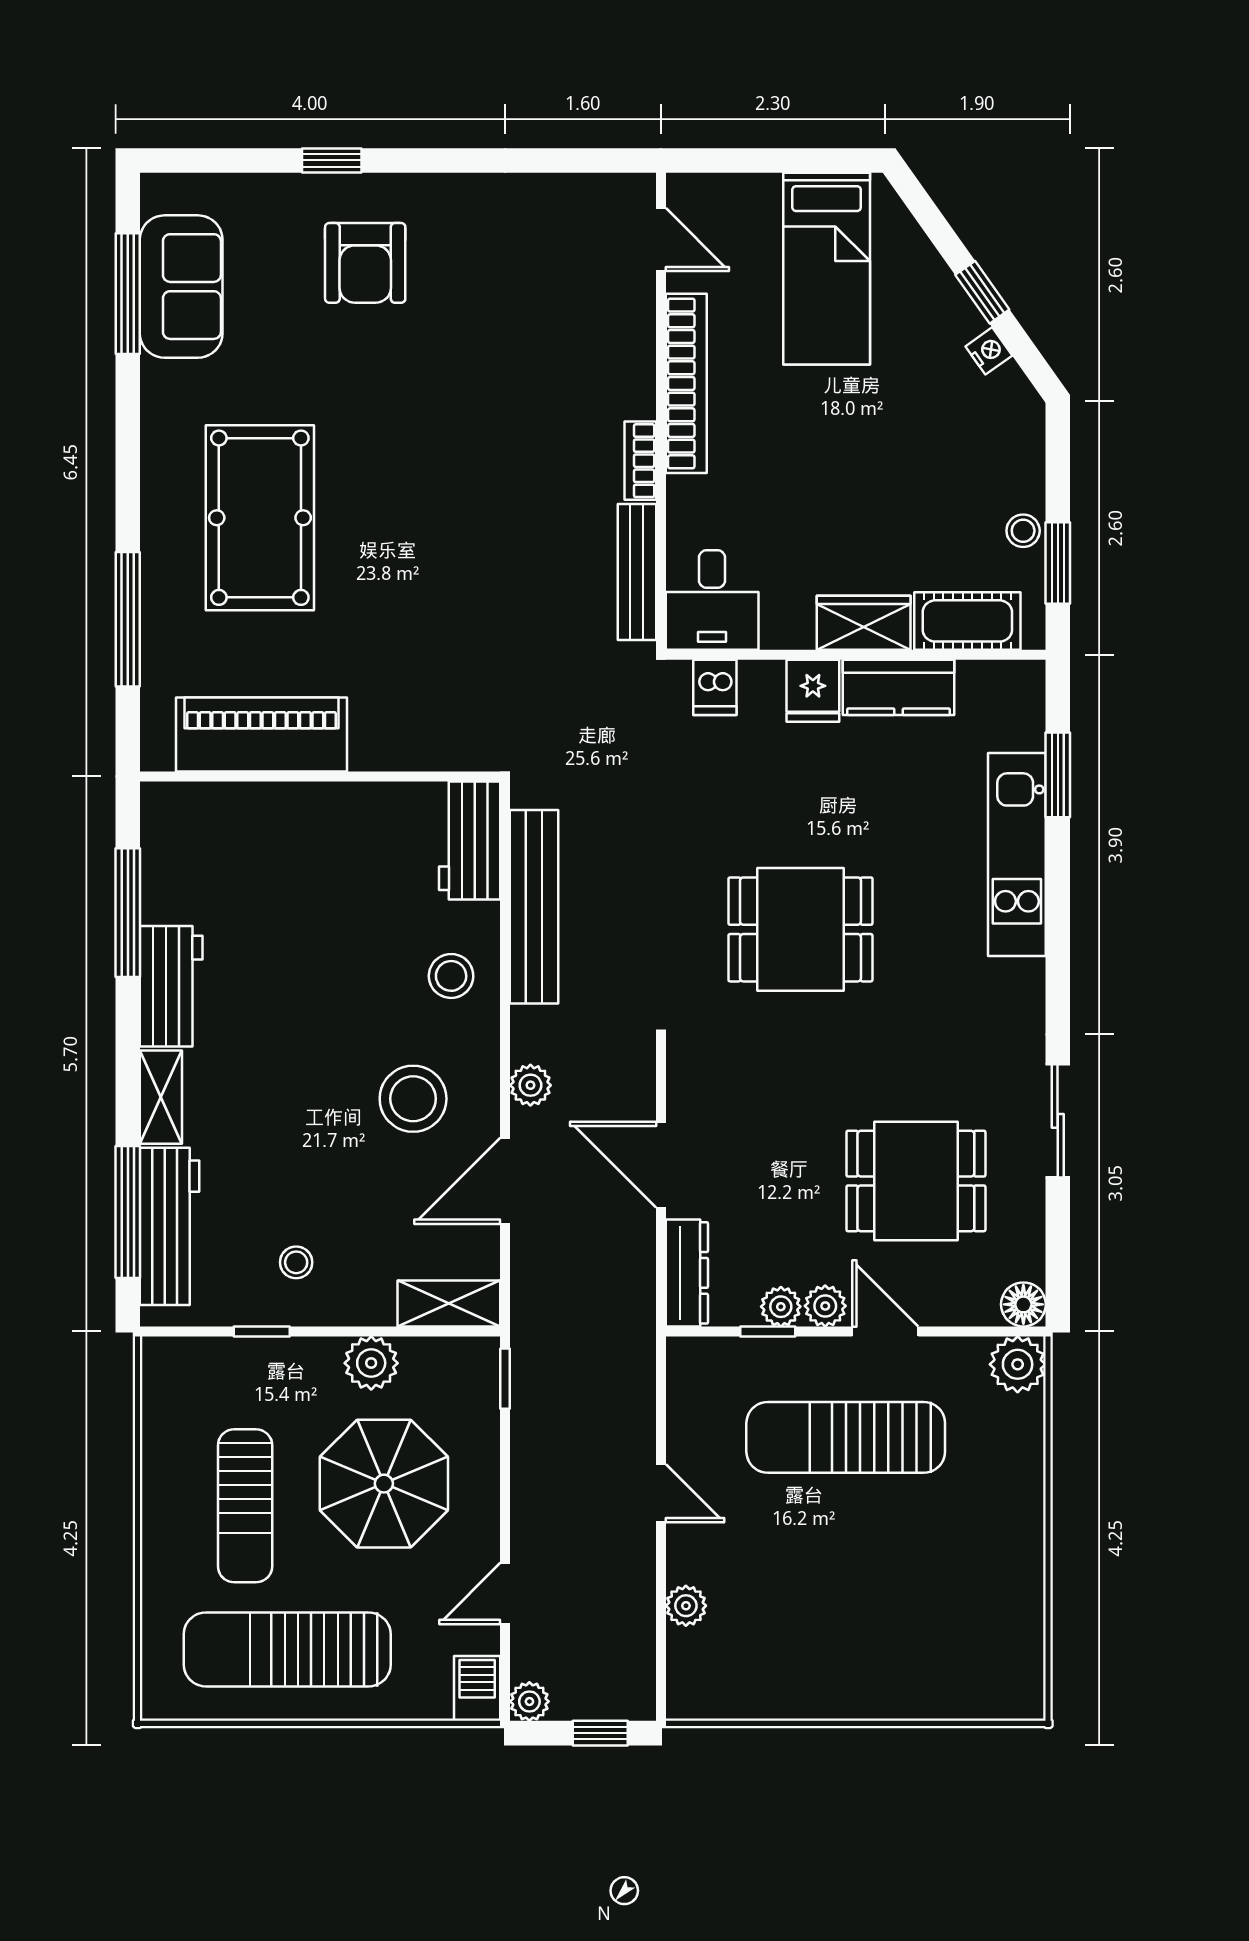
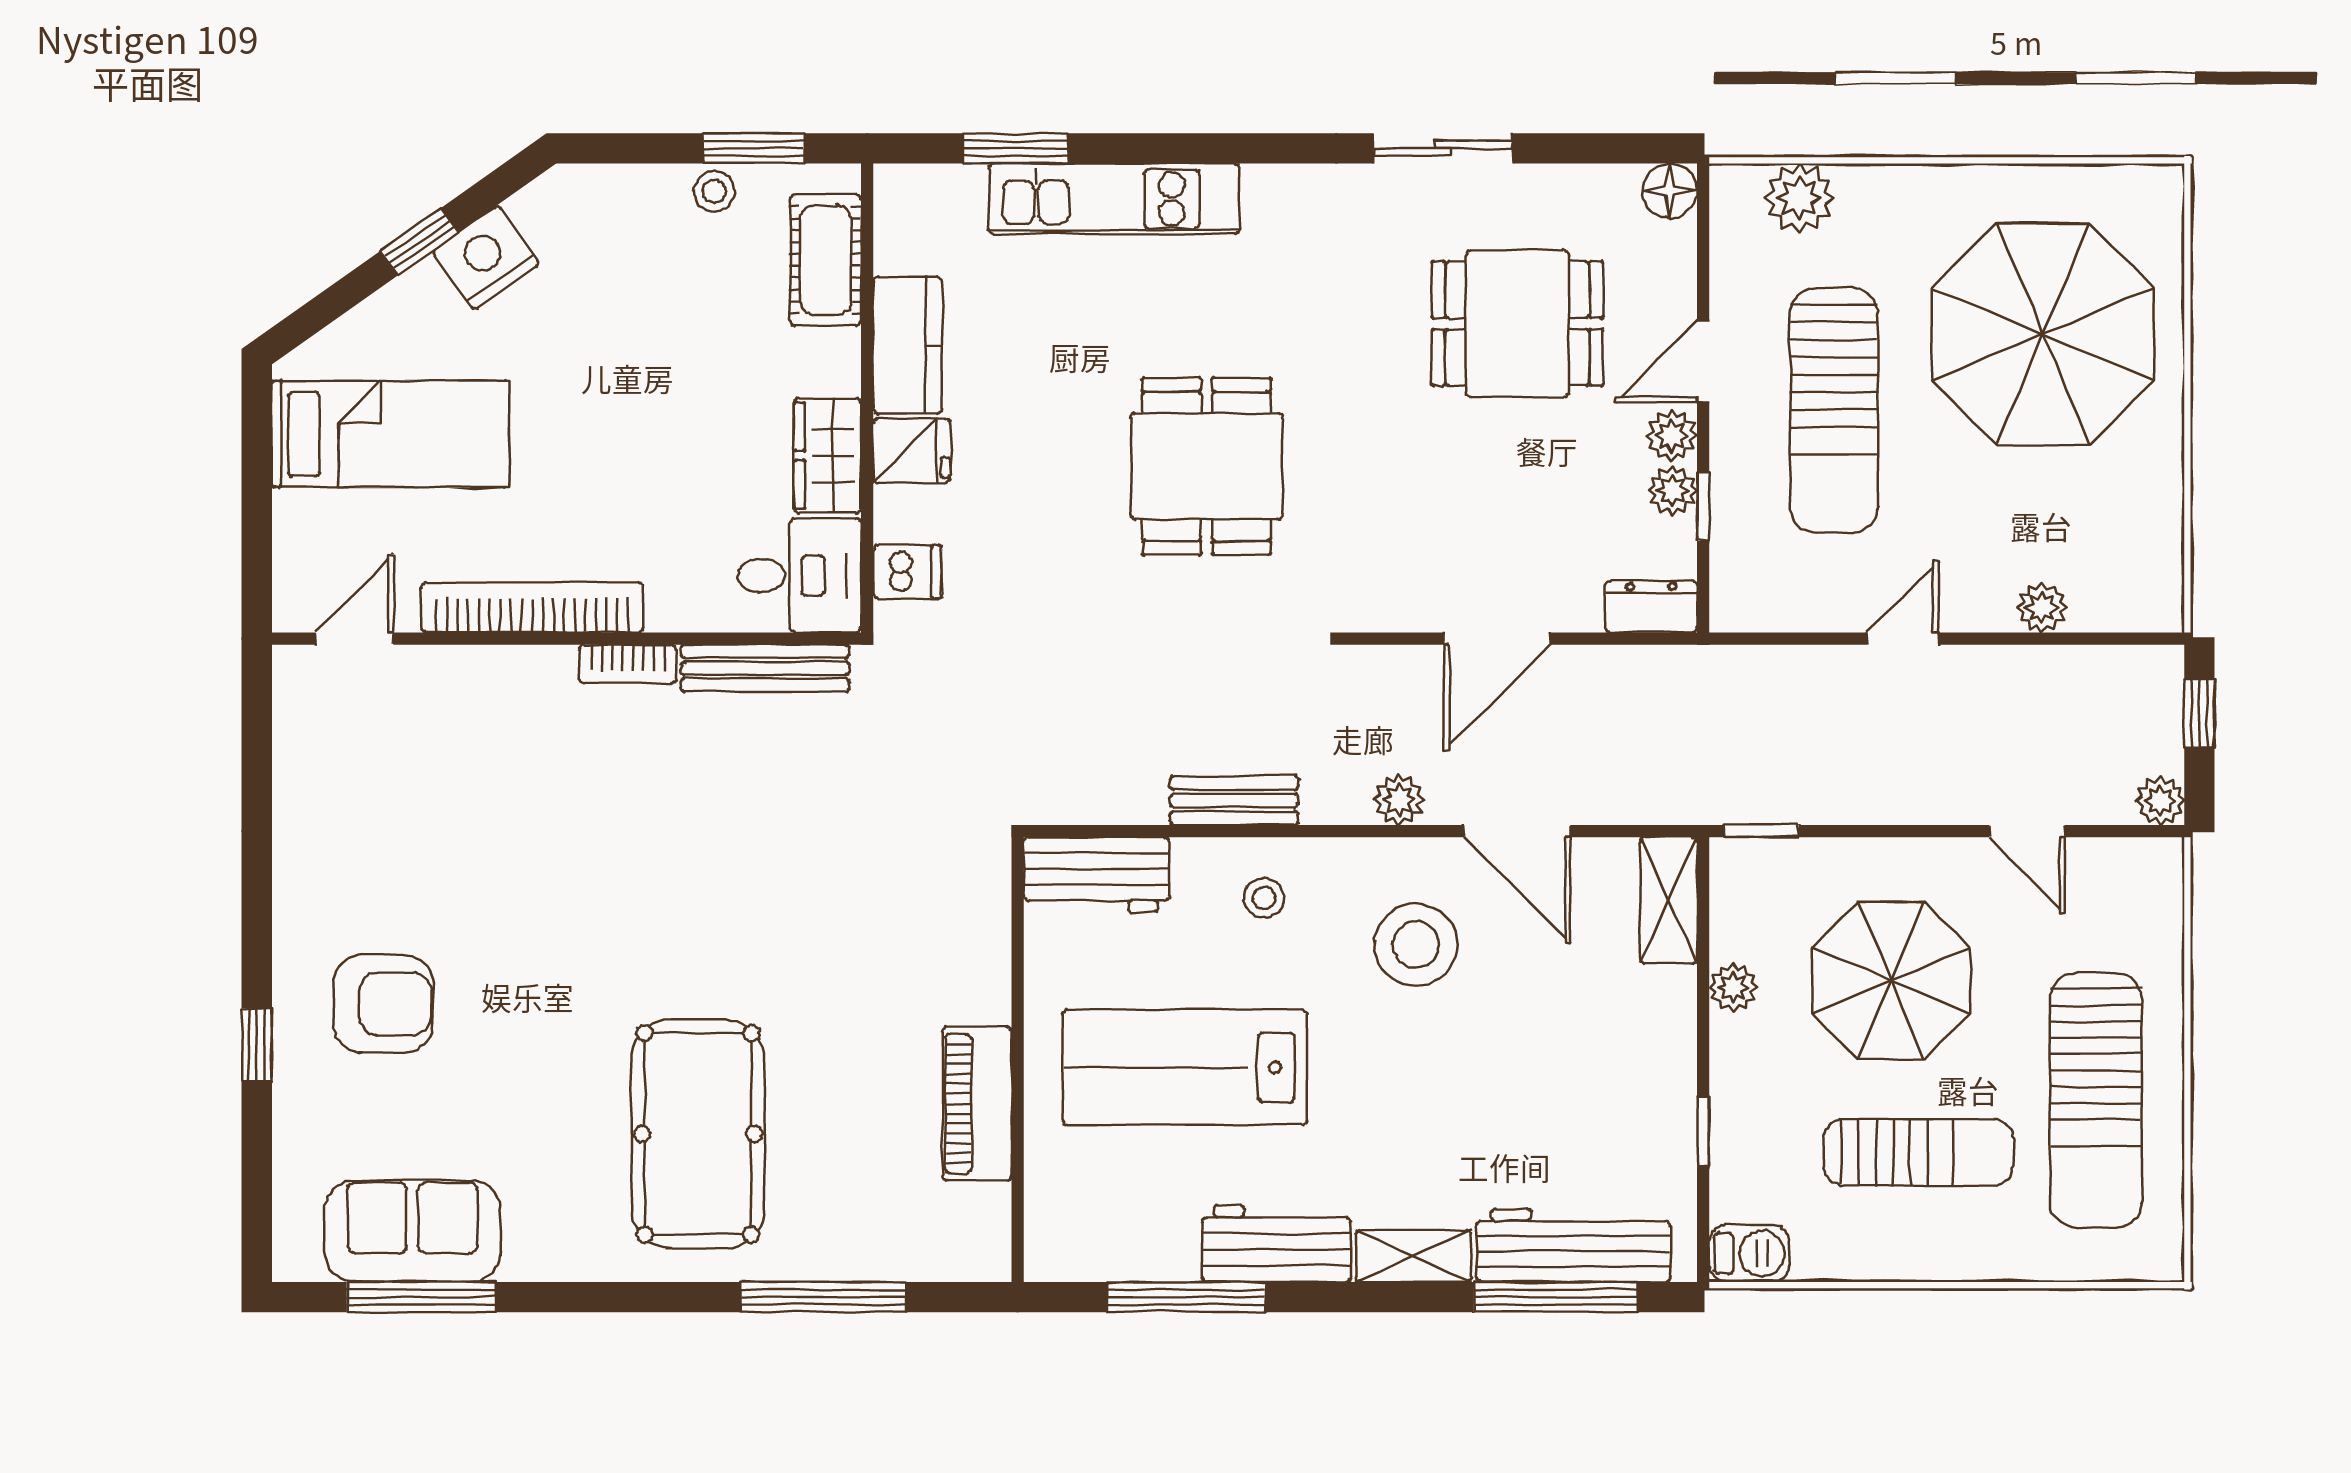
nightstand: (989, 351) -> (486, 258), width x1.89, depth x1.79
pool table: (260, 518) -> (698, 1134), turned 90
wardrobe: (864, 623) -> (828, 456), moved
piano: (262, 734) -> (977, 1104), width x0.73, depth x0.75
bench: (534, 907) -> (1234, 800), width x0.54, depth x0.82
lab bench: (314, 912) -> (1185, 1067), added
stool: (451, 976) -> (1264, 898), width x0.73, depth x0.73
dining table: (916, 1181) -> (1517, 324), turned 90
stool: (296, 1262) -> (1618, 1089), removed
dresser: (687, 1273) -> (1651, 607), width x0.70
plant: (371, 1363) -> (1733, 988), width x0.73, depth x0.73
plant: (1018, 1364) -> (1799, 198), moved
parasol: (907, 1606) -> (2043, 334), added
barbecue: (477, 1688) -> (1749, 1254), moved, turned 180

